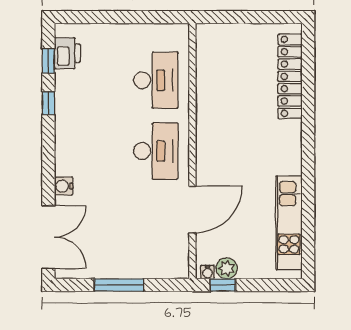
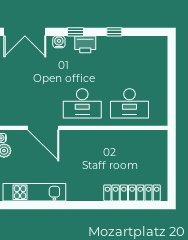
printer: (67, 53) -> (85, 44), moved
window: (48, 61) -> (76, 32), moved

